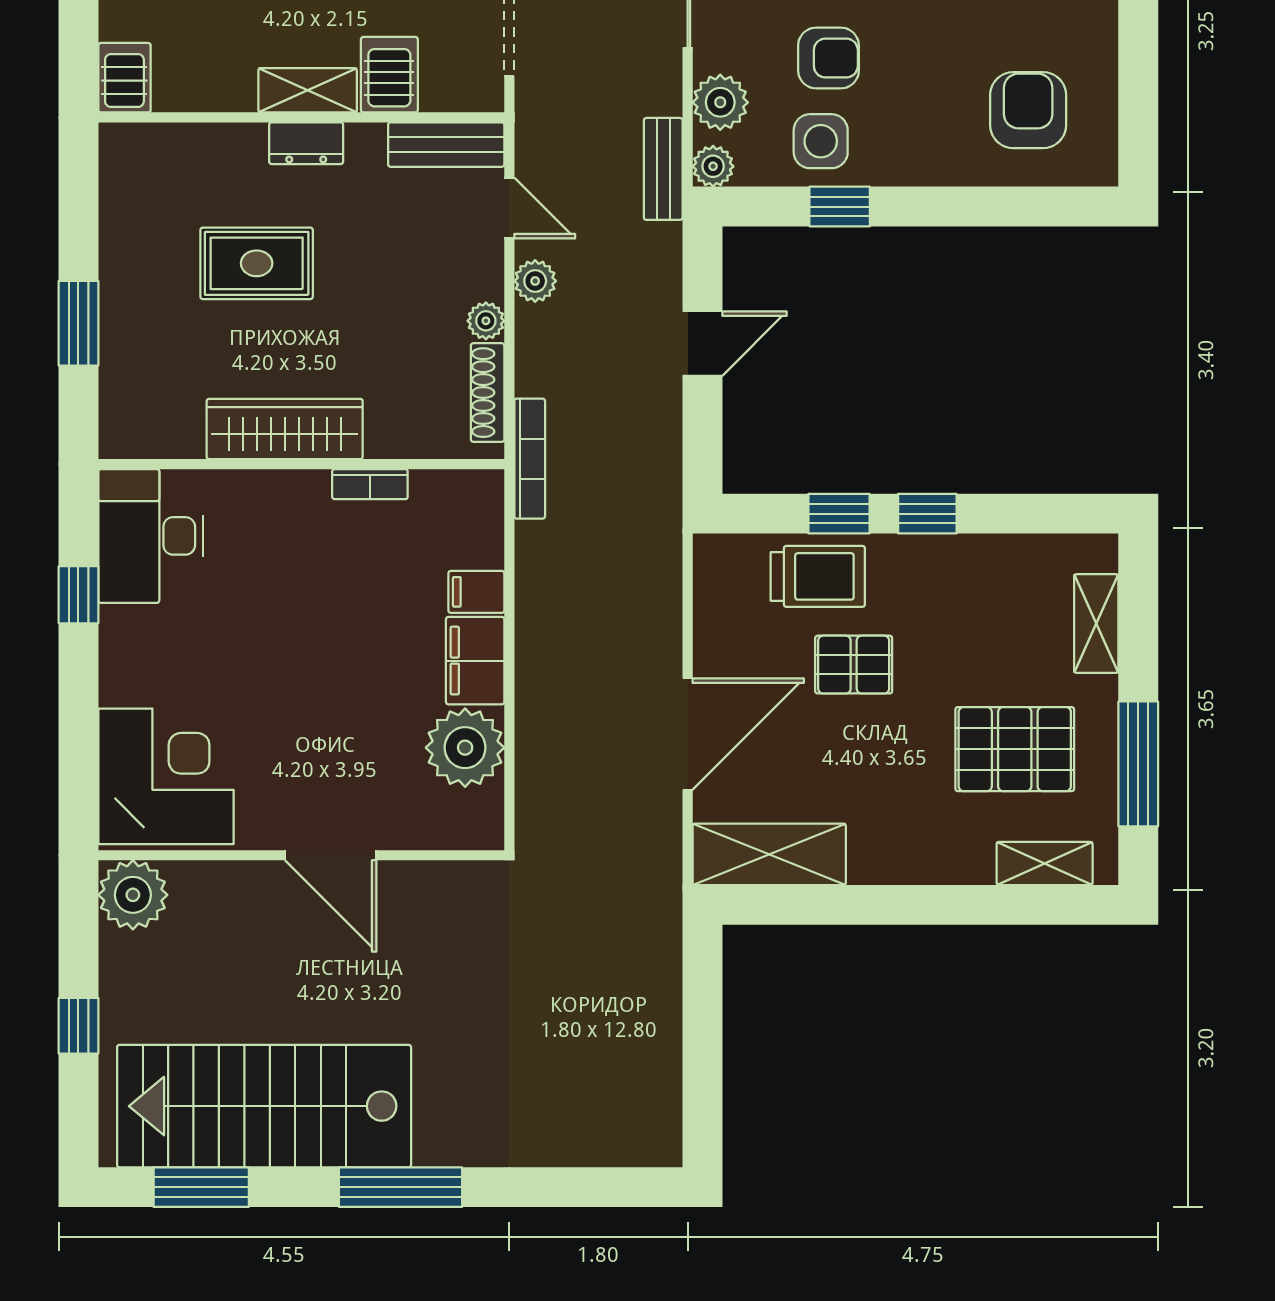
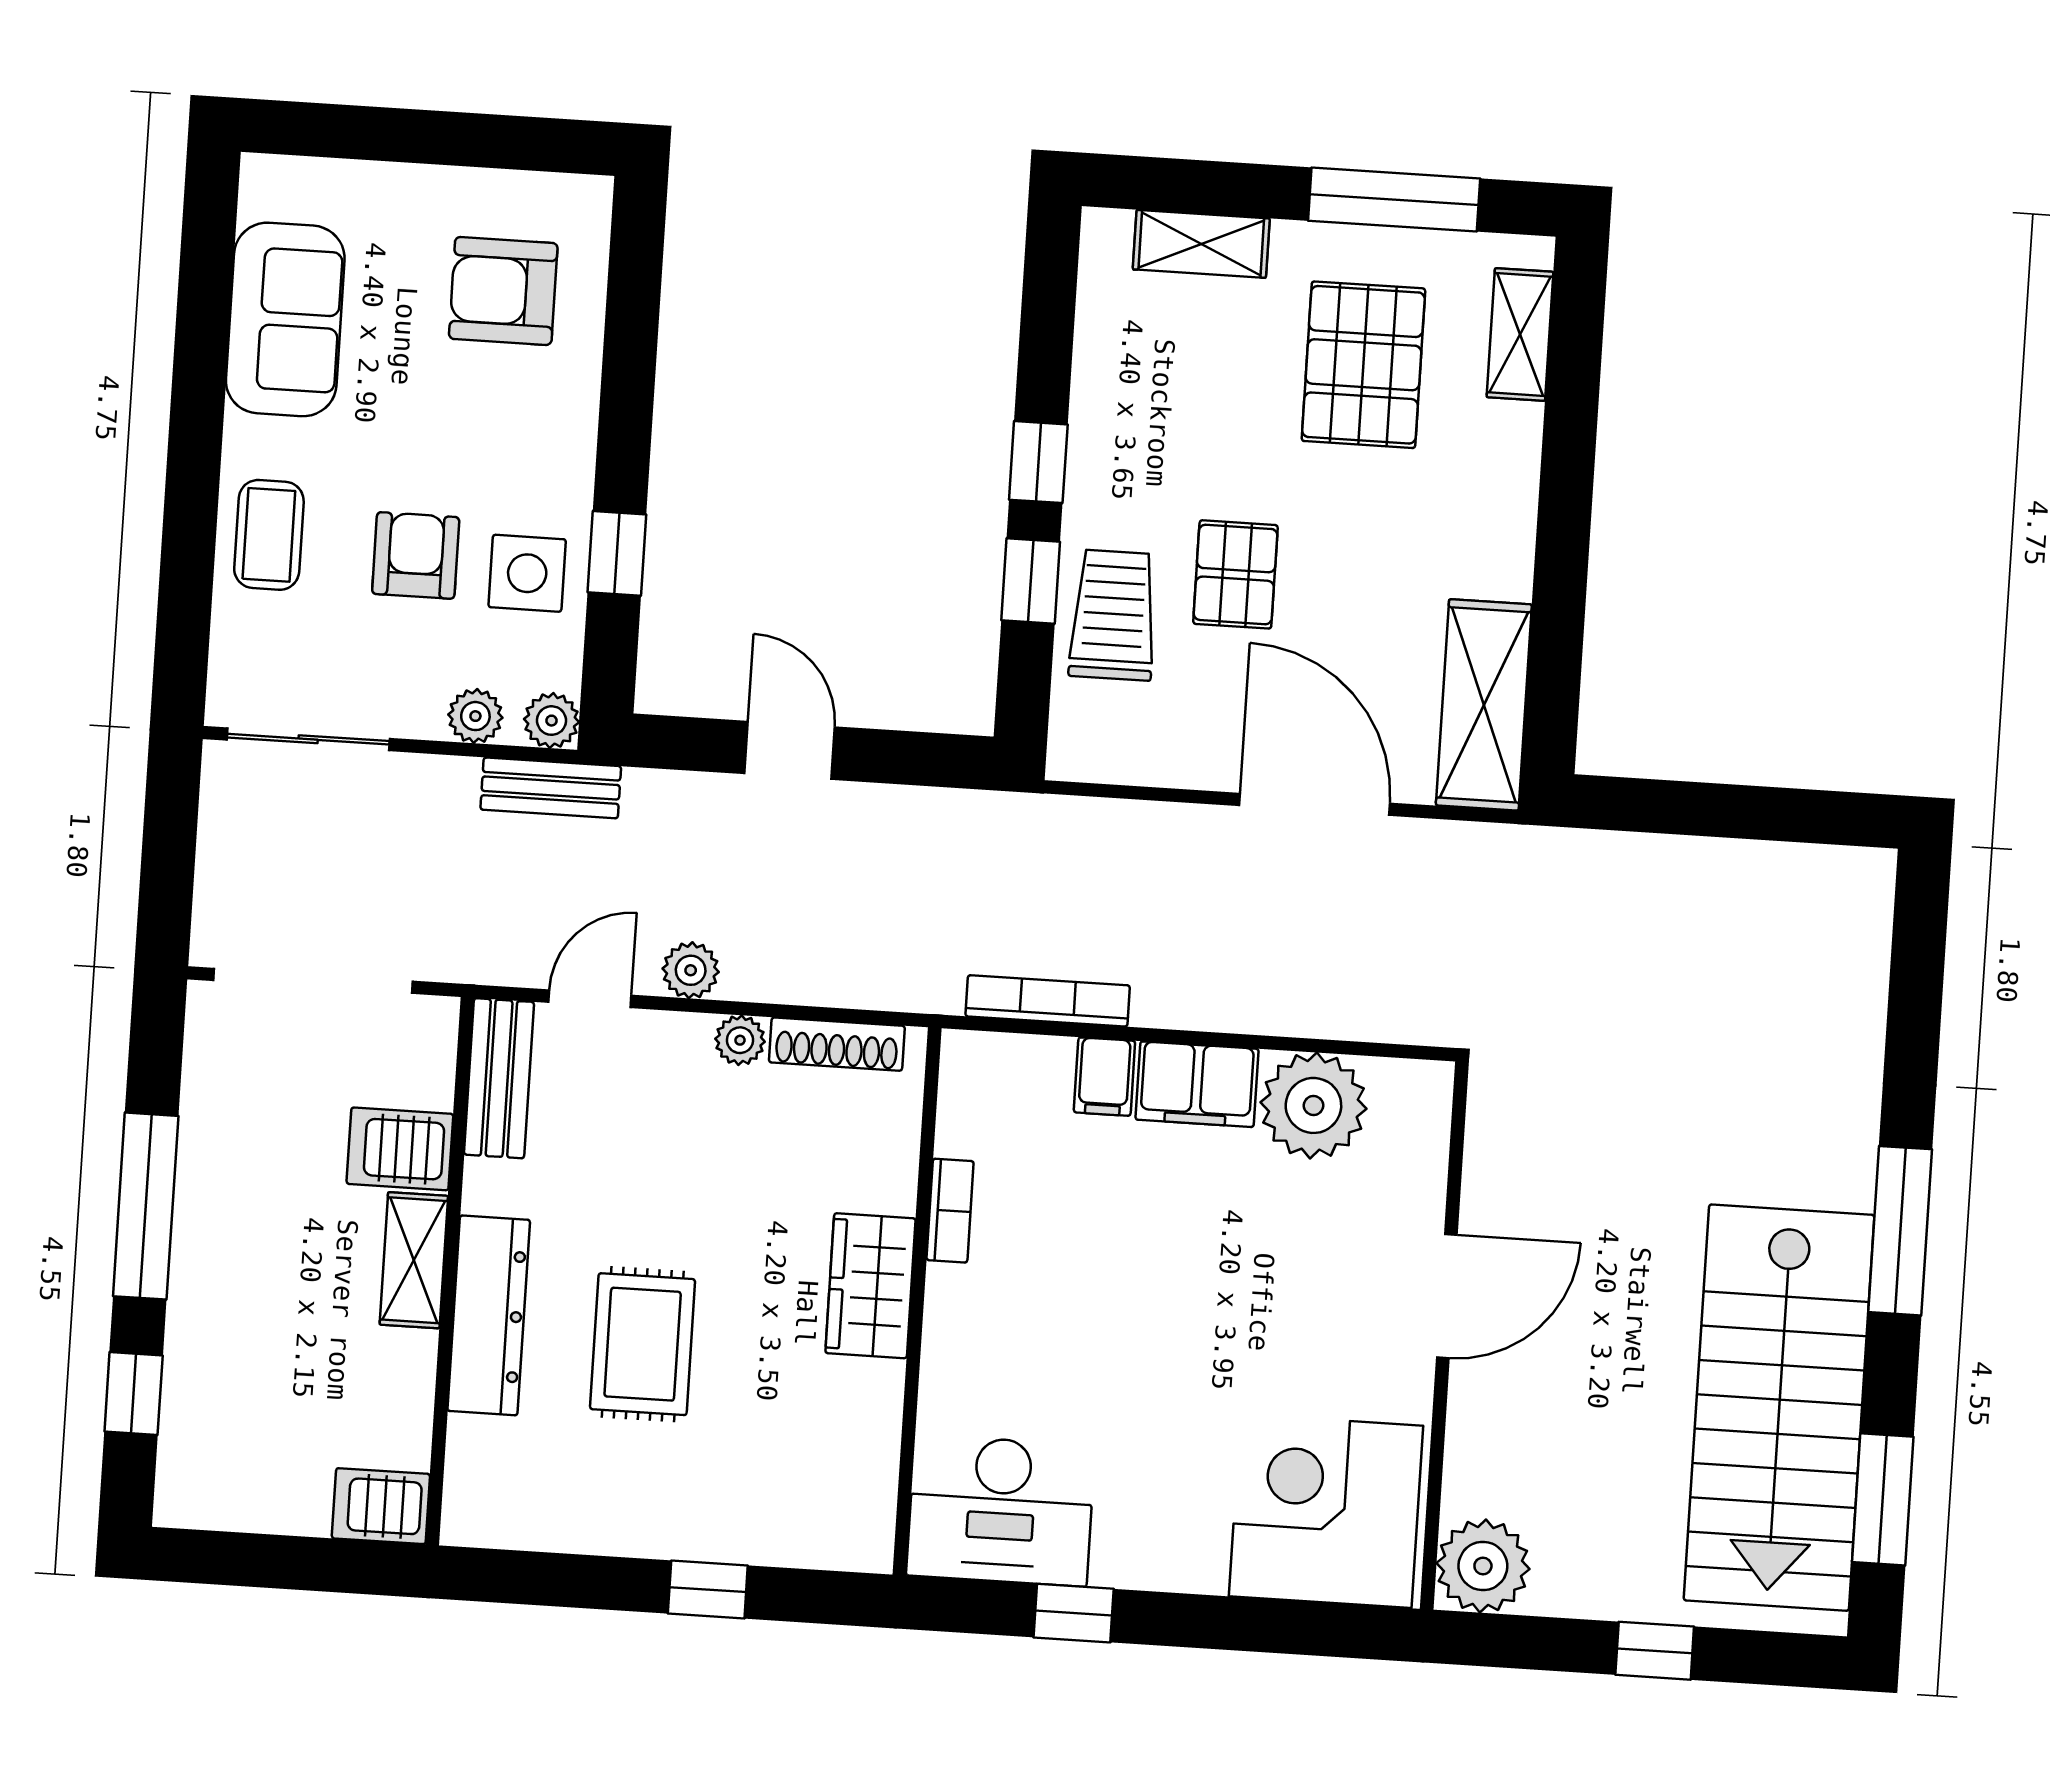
plant: (720, 102) -> (475, 716), width x0.73, depth x0.73
dresser: (306, 143) -> (489, 1315), width x1.96, depth x1.24
window: (78, 323) -> (708, 1590), width x0.67
wardrobe: (285, 429) -> (871, 1286), width x0.67
bookcase: (530, 459) -> (1048, 1001), moved

